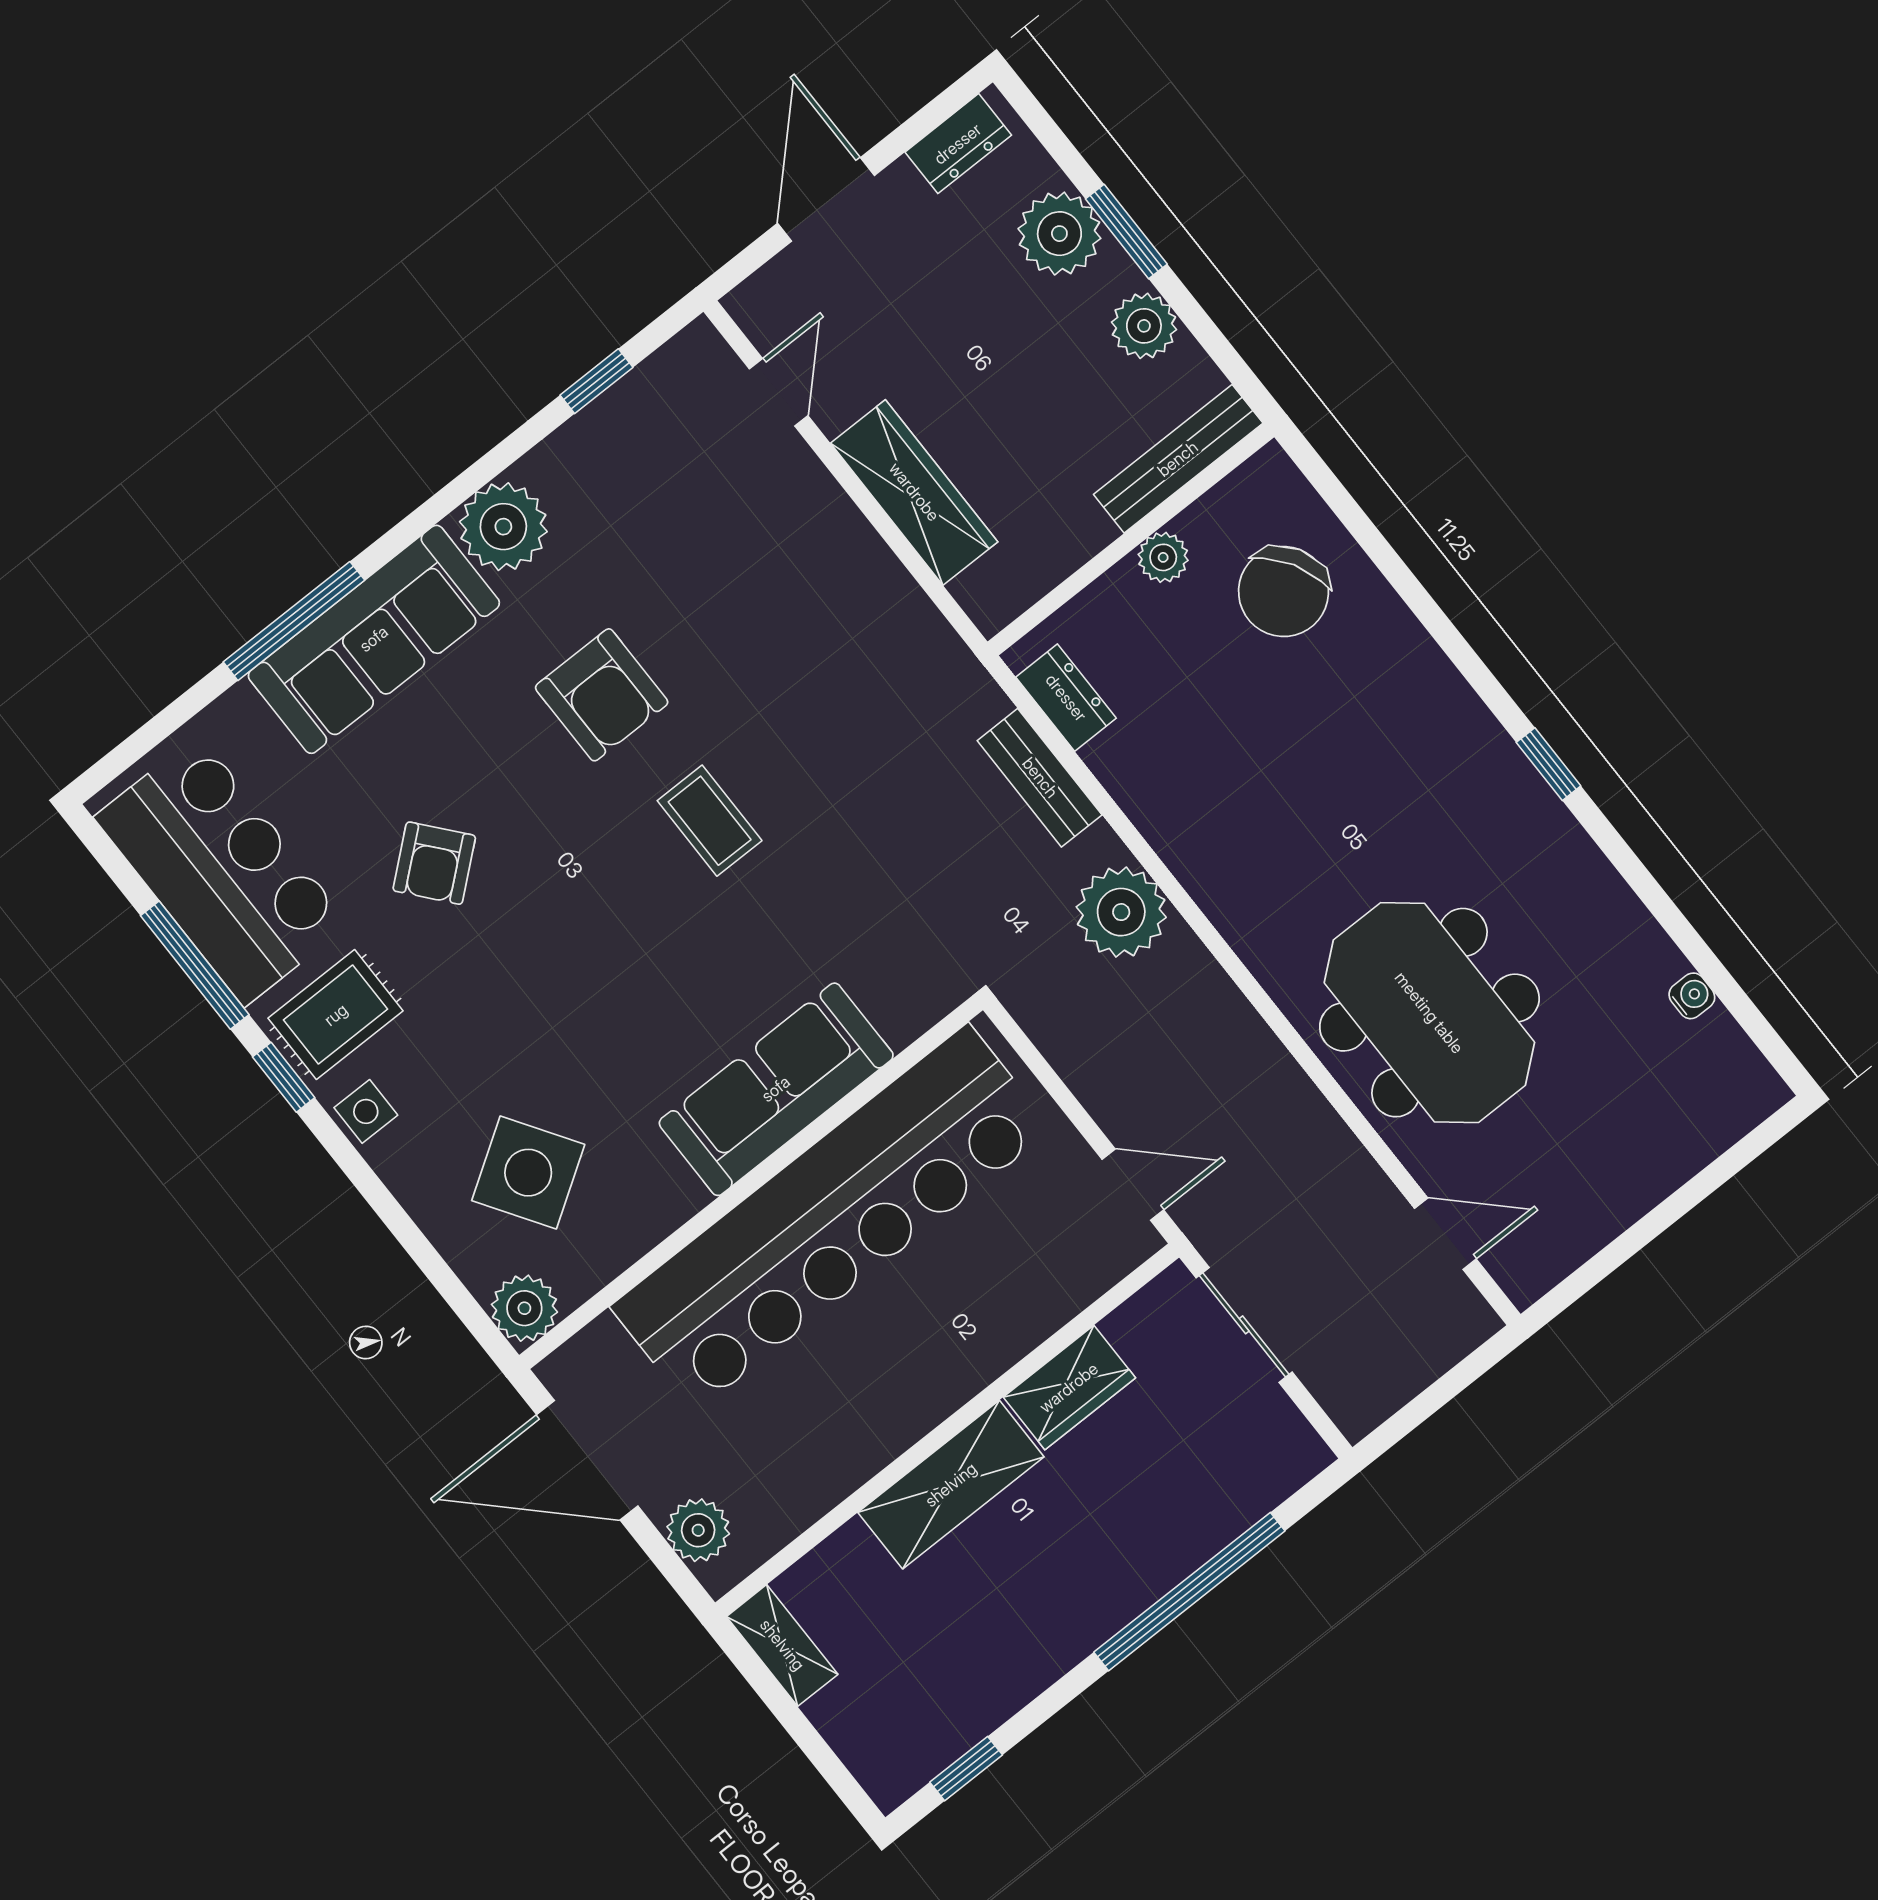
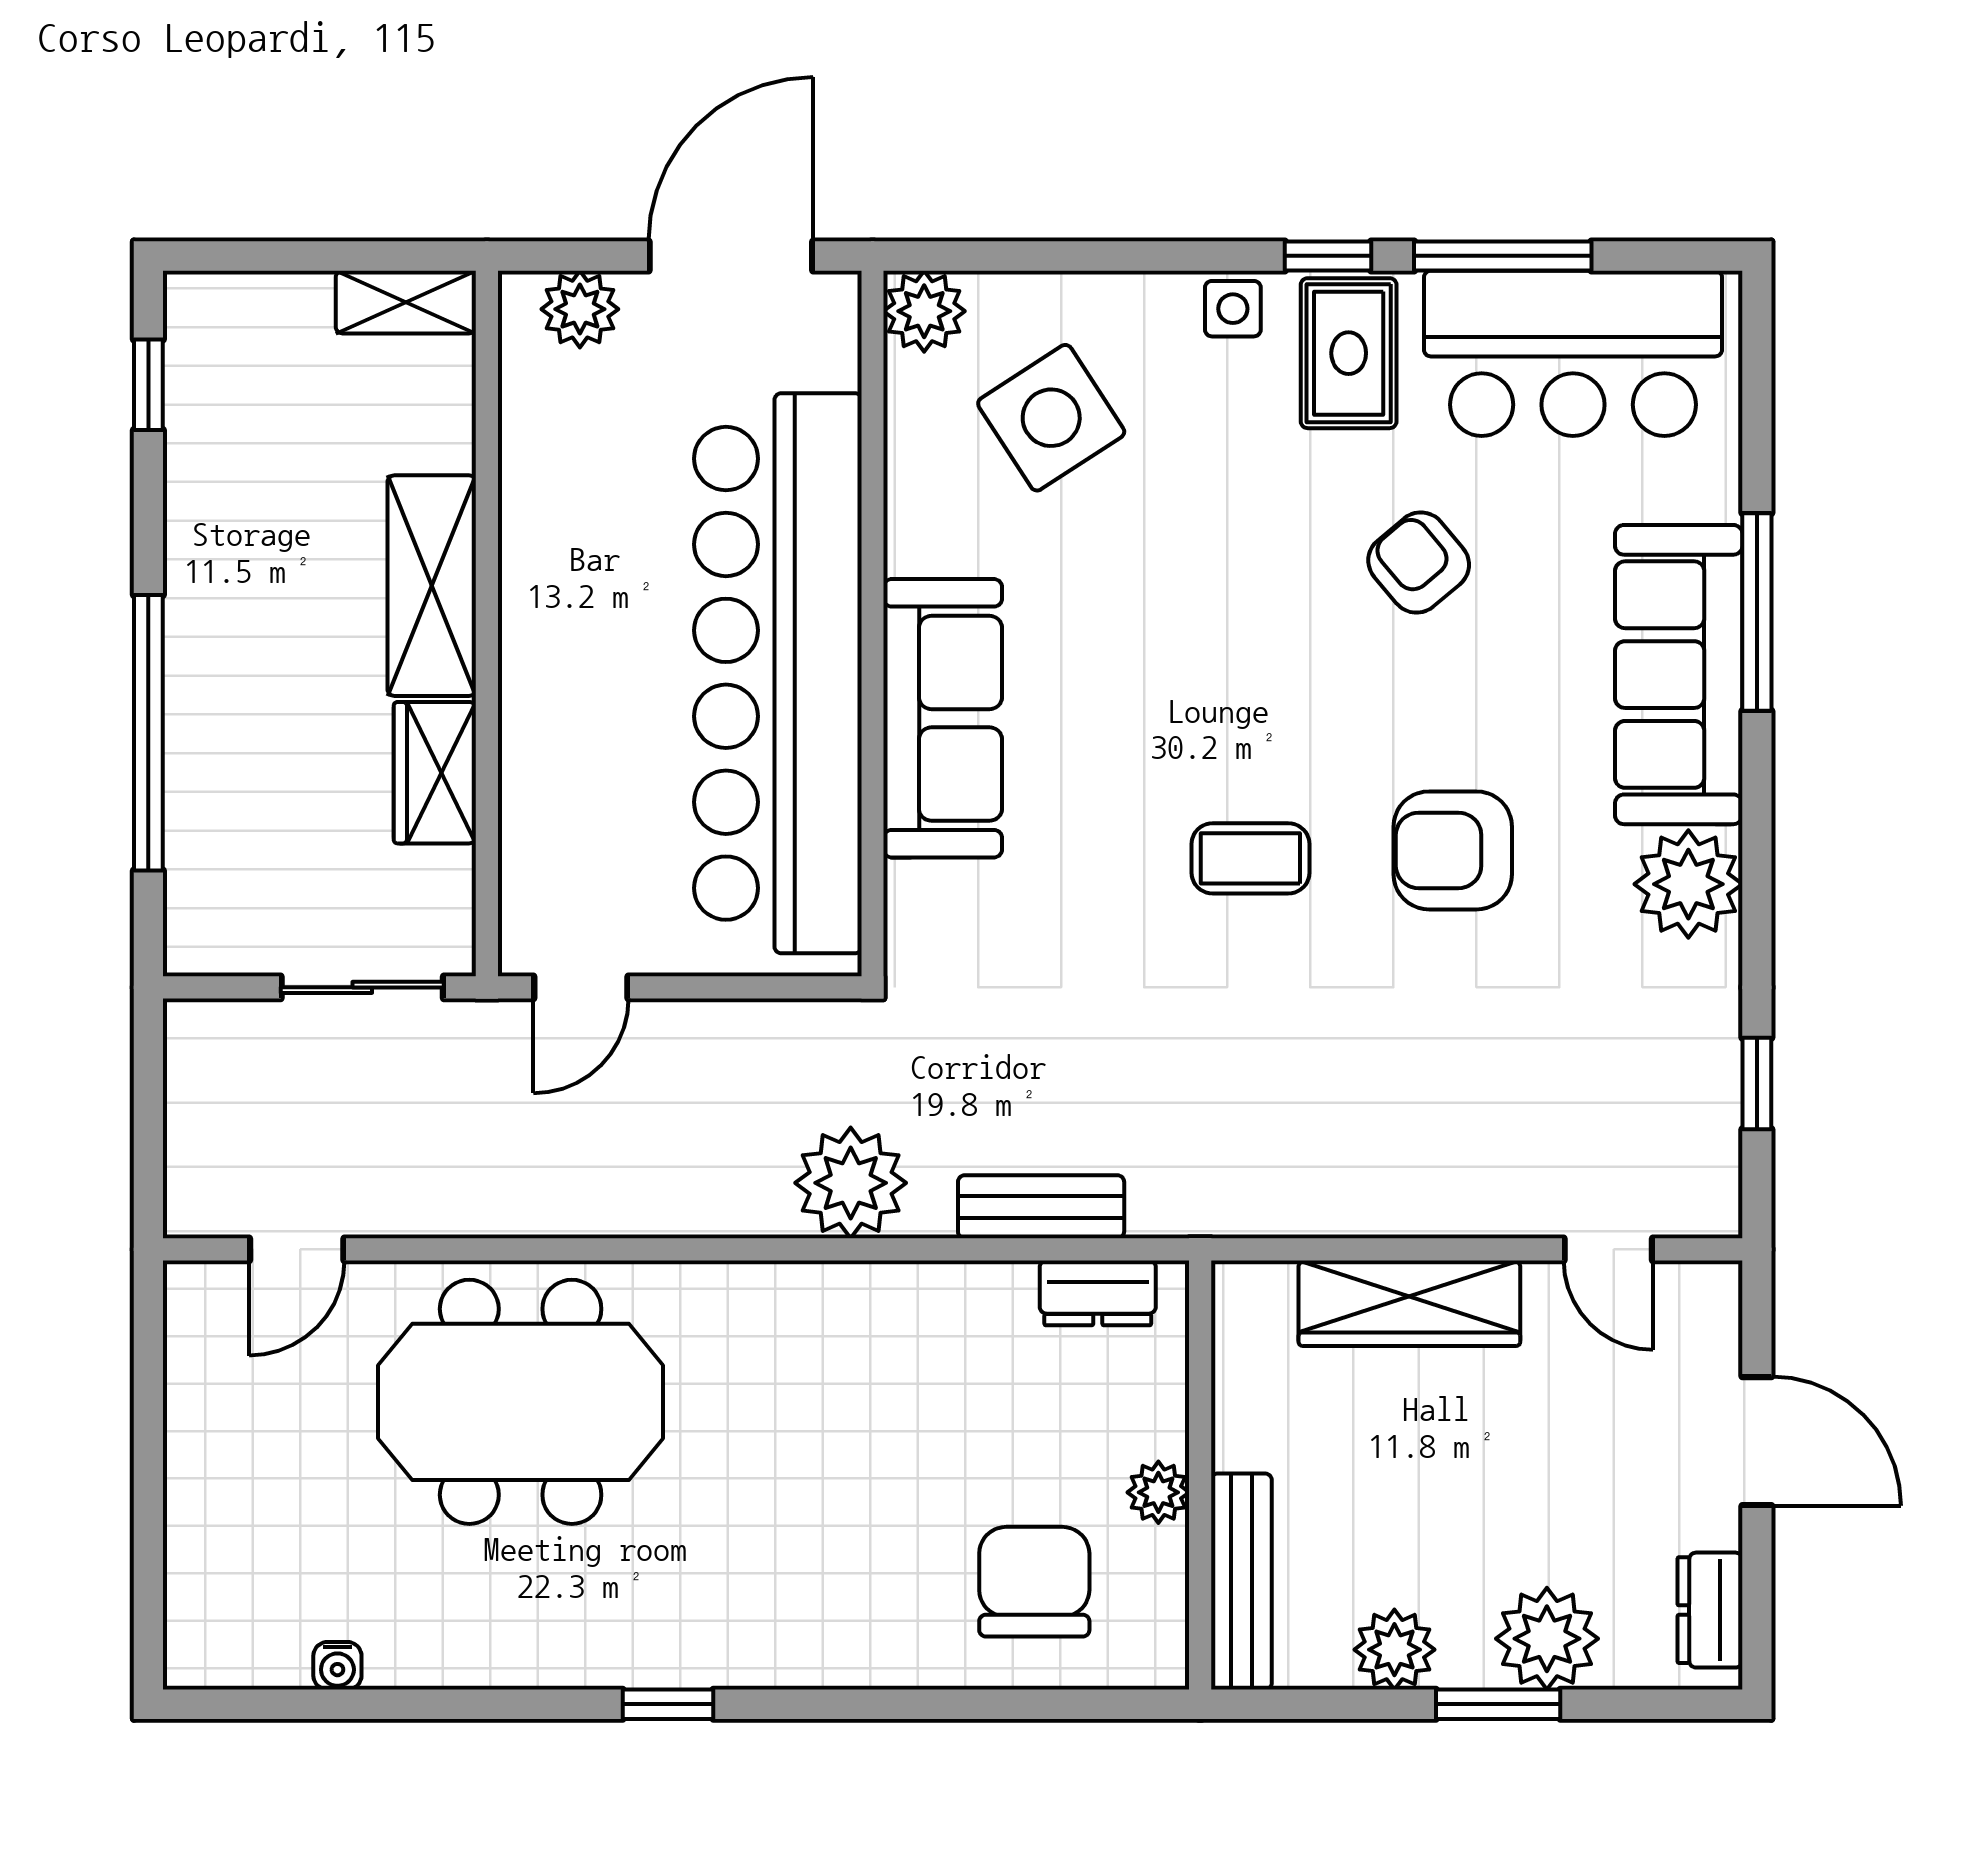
chair: (1284, 592) -> (1034, 1582), turned 30

